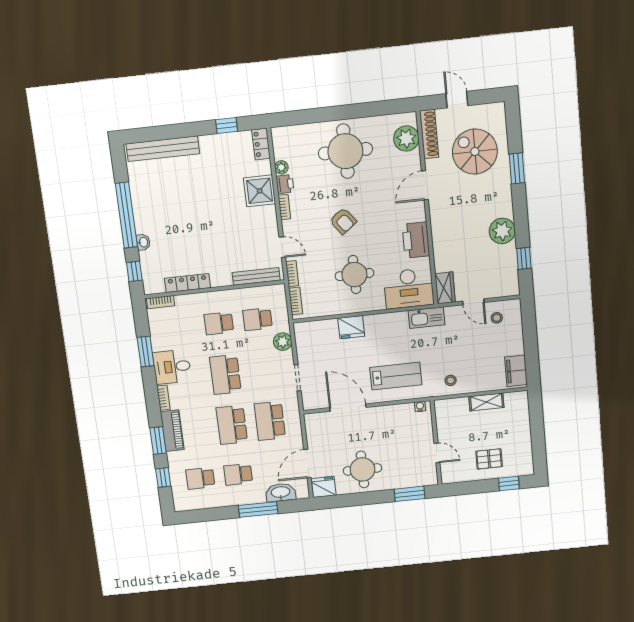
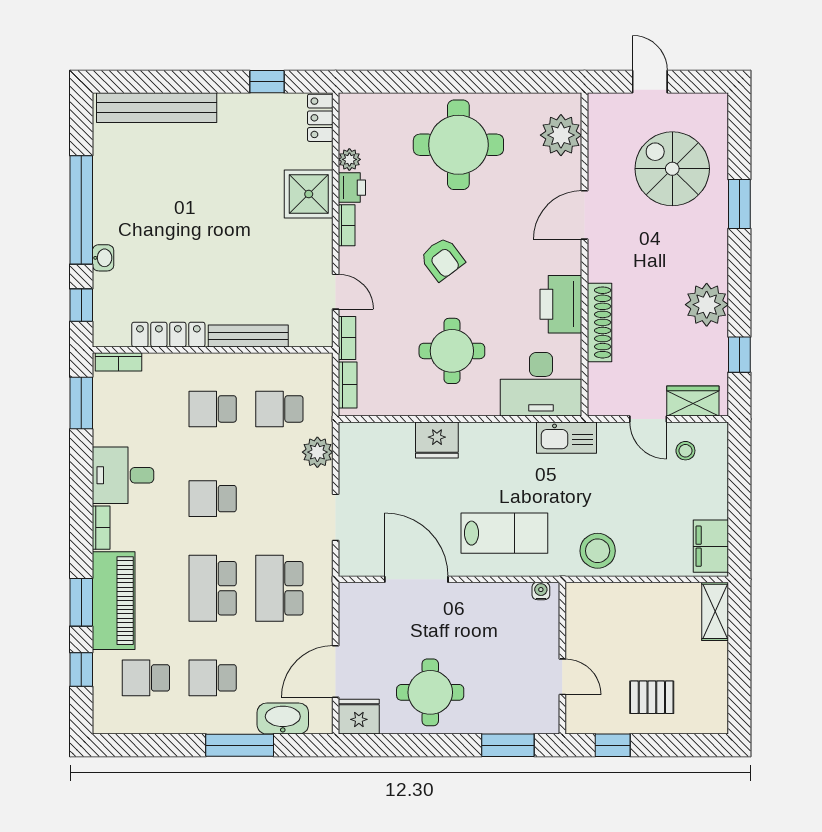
shoe rack: (429, 134) -> (599, 322), moved
bench: (256, 276) -> (248, 336), moved
wardrobe: (445, 288) -> (693, 401), moved, turned -90
window: (146, 352) -> (81, 403), moved
school desk: (225, 375) -> (213, 499), width x0.54
stool: (451, 380) -> (598, 551), width x1.89, depth x1.89
shelving: (486, 402) -> (715, 611), moved, turned 90
piano: (172, 431) -> (114, 601), width x1.37, depth x1.33
window: (509, 483) -> (613, 745), moved

